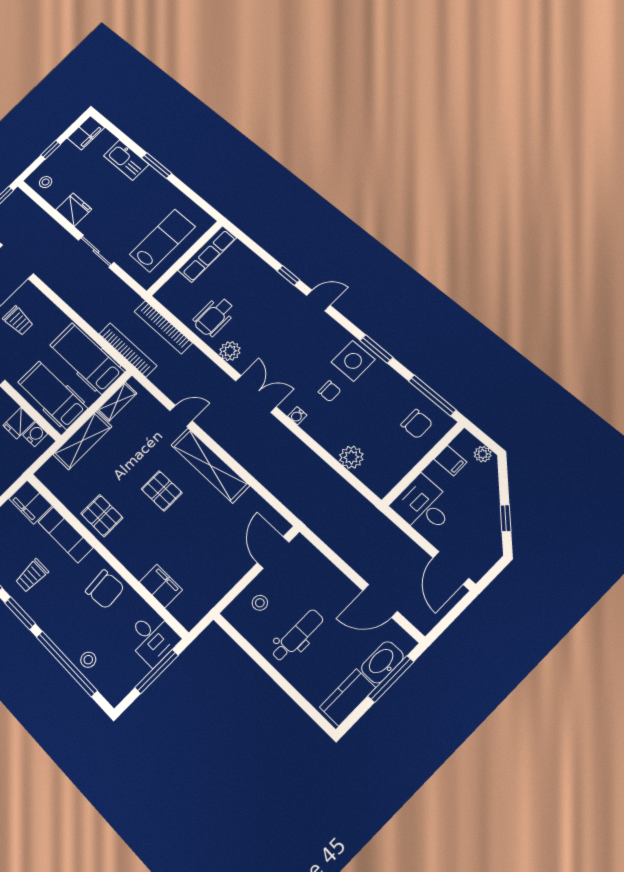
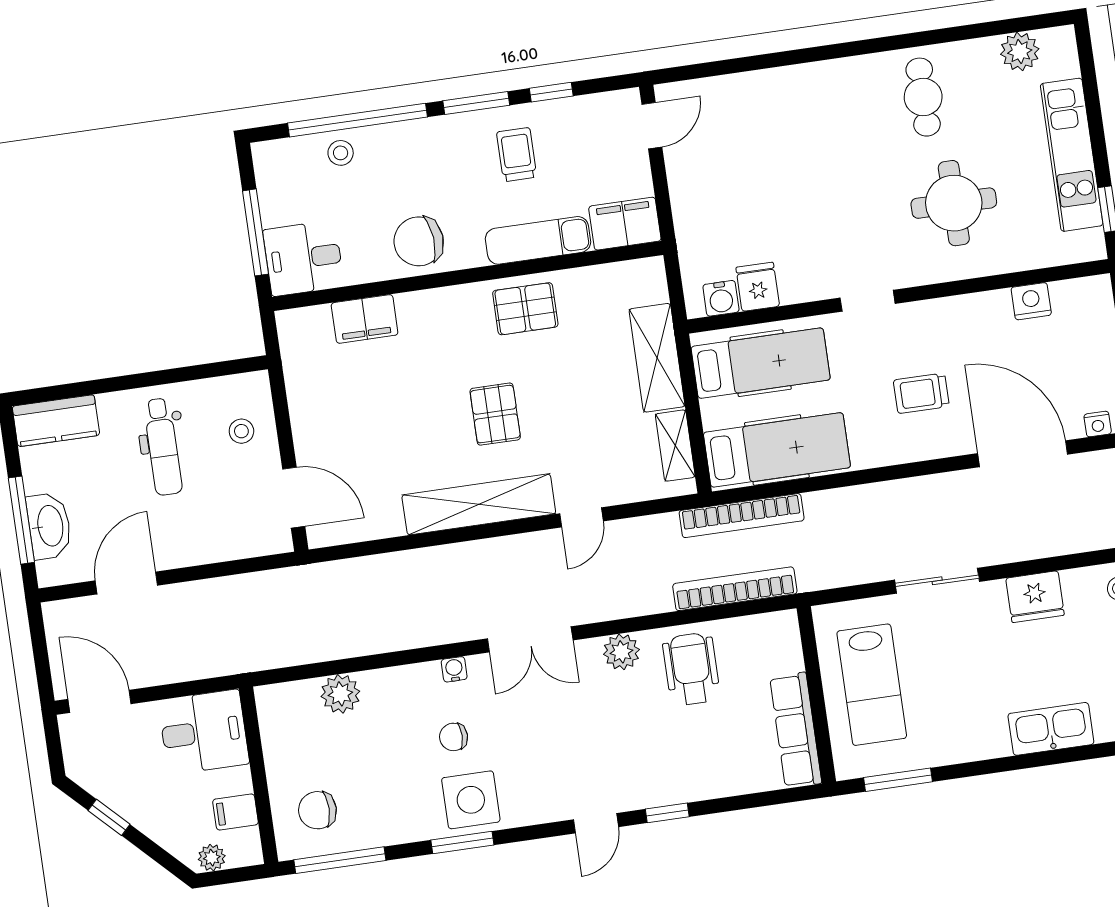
window: (157, 166) -> (898, 780), moved
pallet: (162, 491) -> (495, 414), turned 90
kitchen counter: (348, 697) -> (56, 421), moved, turned 90

